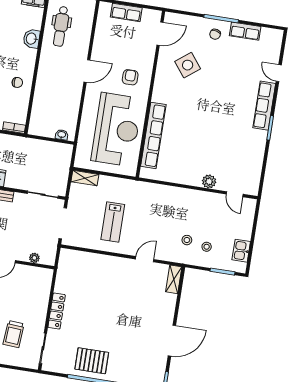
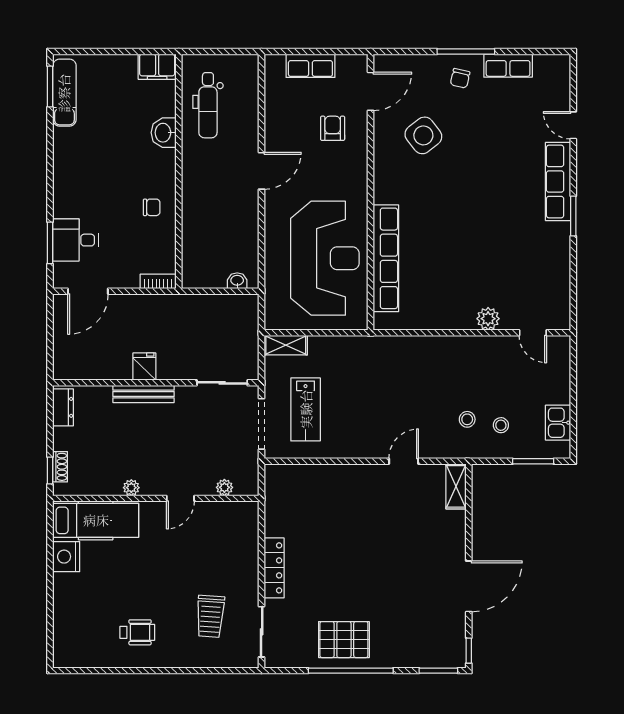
armchair: (130, 77) -> (333, 128), moved
lab bench: (113, 222) -> (306, 409), moved

